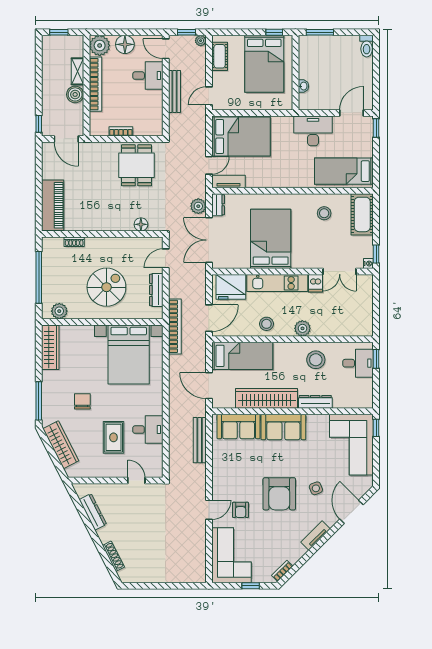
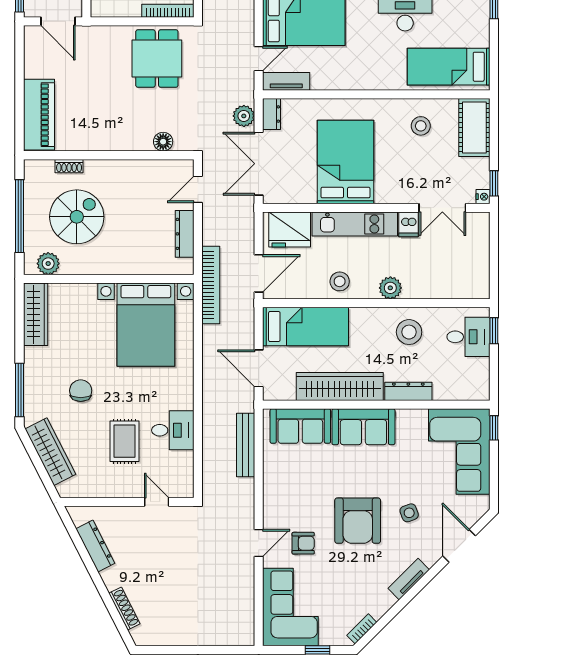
bookcase: (121, 131) -> (168, 11), moved, width x1.56
spiral stairs: (106, 287) -> (77, 217), moved
armchair: (241, 510) -> (303, 543), turned -90

